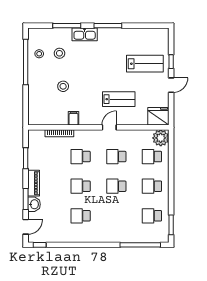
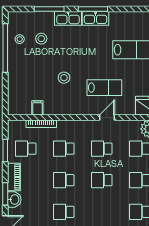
kitchen sink: (110, 34) -> (96, 18), added
stool: (63, 86) -> (64, 78), moved
filing cabinet: (74, 118) -> (37, 108), moved
door: (109, 127) -> (107, 118), moved
school desk: (45, 157) -> (26, 149), added

